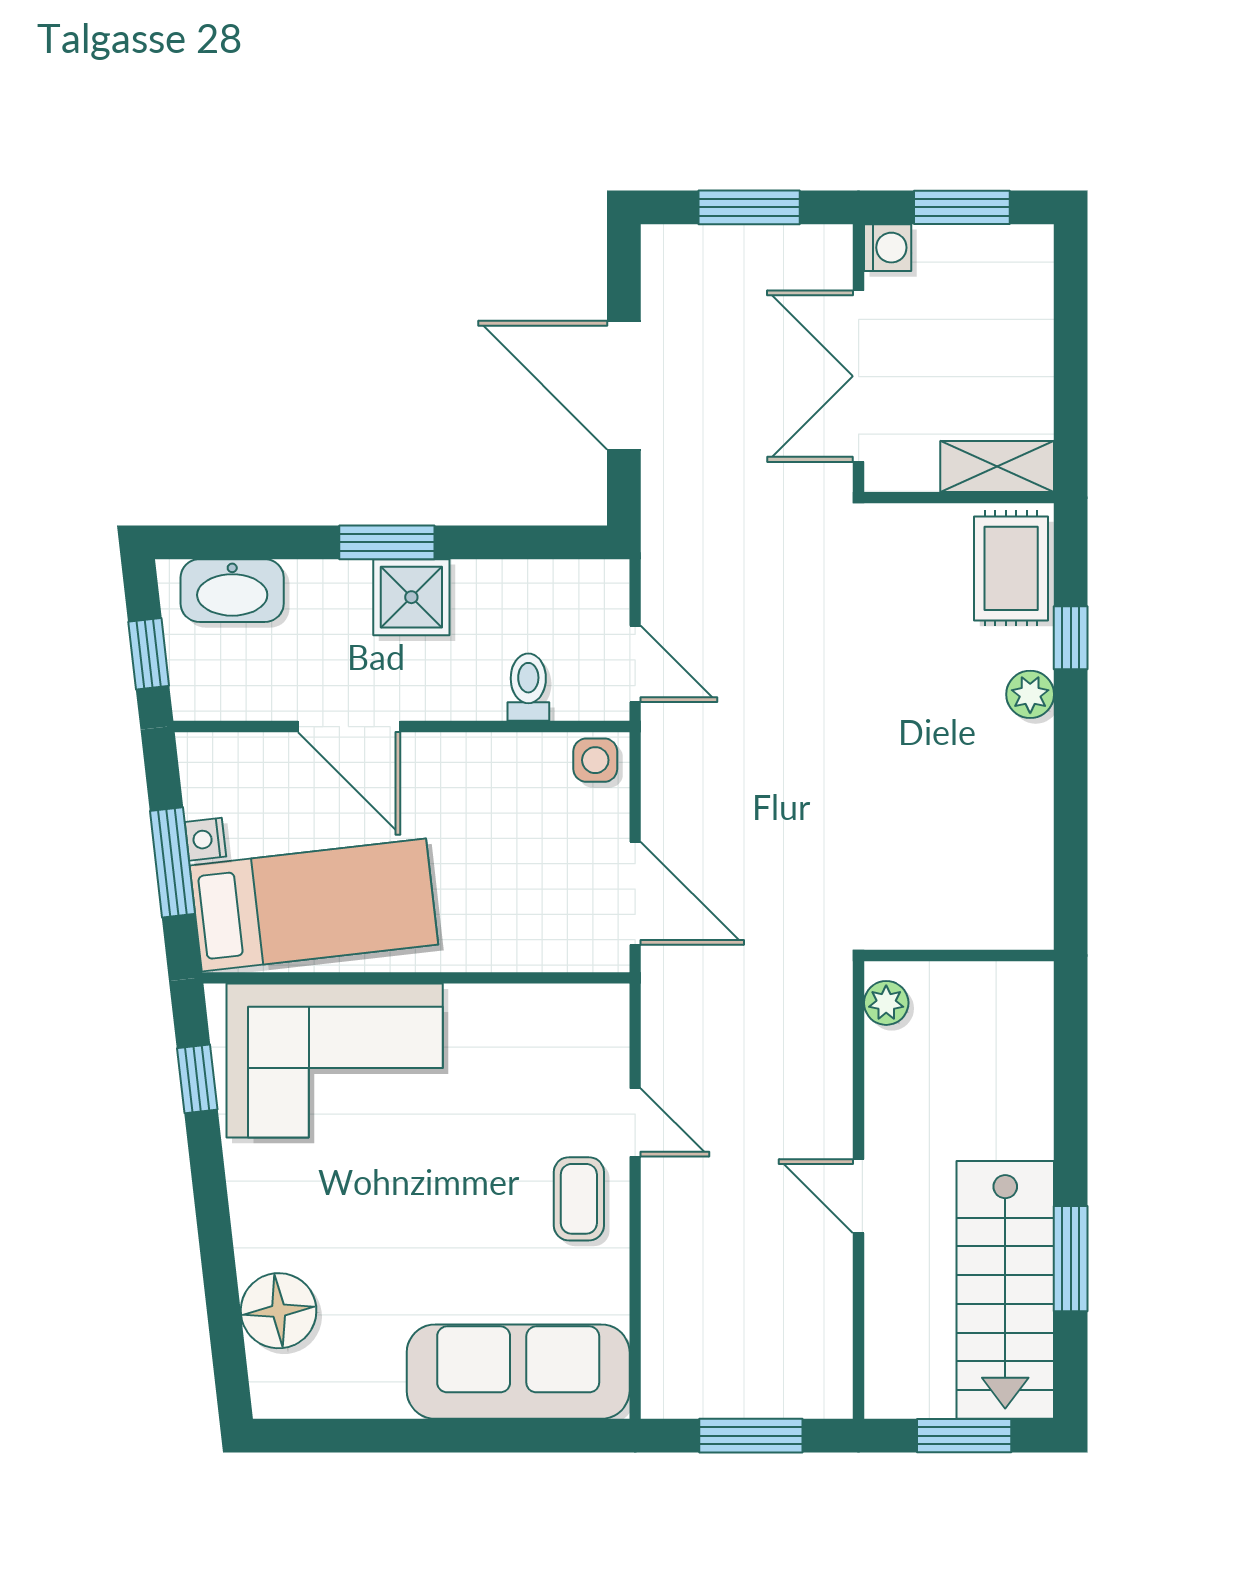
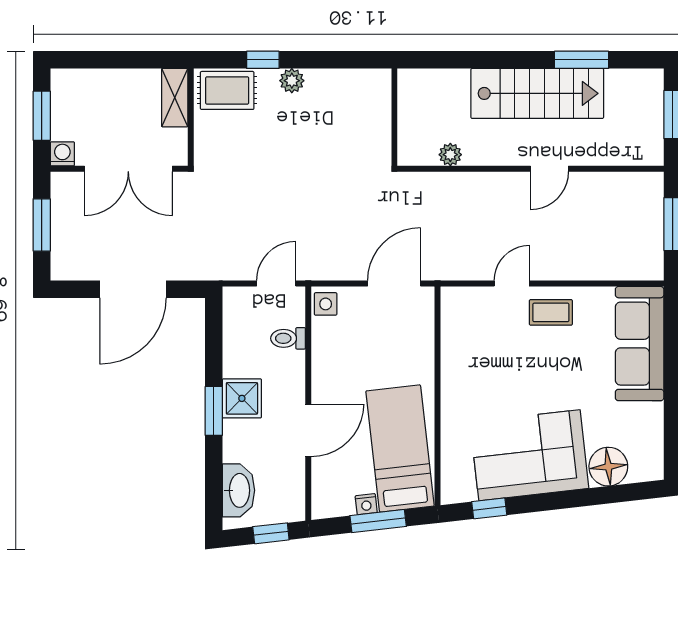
wall: (959, 956) -> (394, 117), moved
corner sofa: (335, 1061) -> (529, 455), moved, turned -97
stairs: (1005, 1290) -> (537, 93), moved

